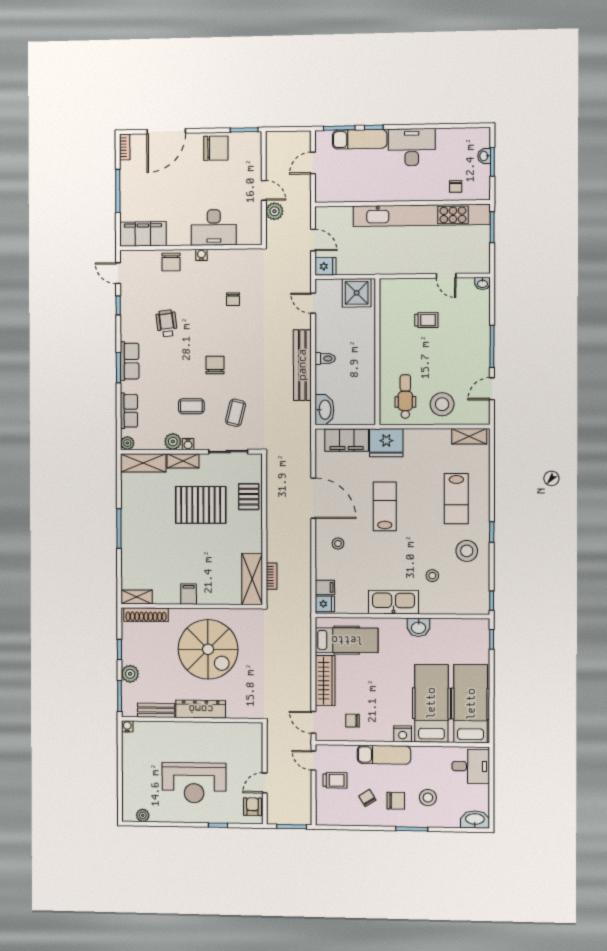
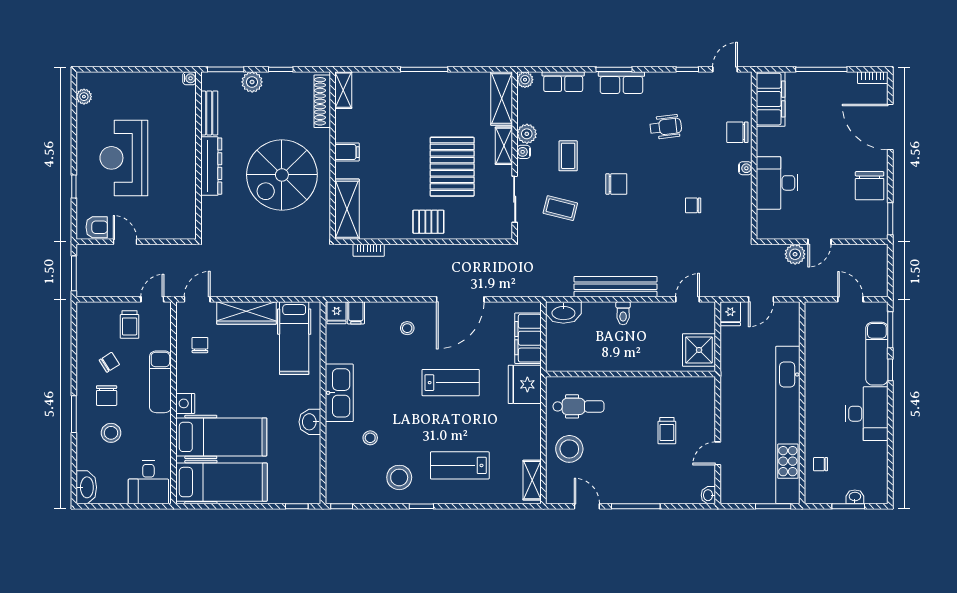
pallet: (249, 497) -> (428, 222), moved
shelving: (252, 579) -> (347, 209), moved, turned 90

